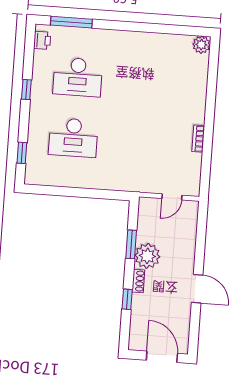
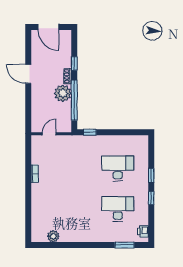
window: (71, 22) -> (124, 245), width x0.69
plant: (201, 45) -> (53, 236), moved
window: (22, 153) -> (151, 176), moved
window: (111, 195) -> (90, 132), added
window: (131, 244) -> (74, 100), width x2.11

